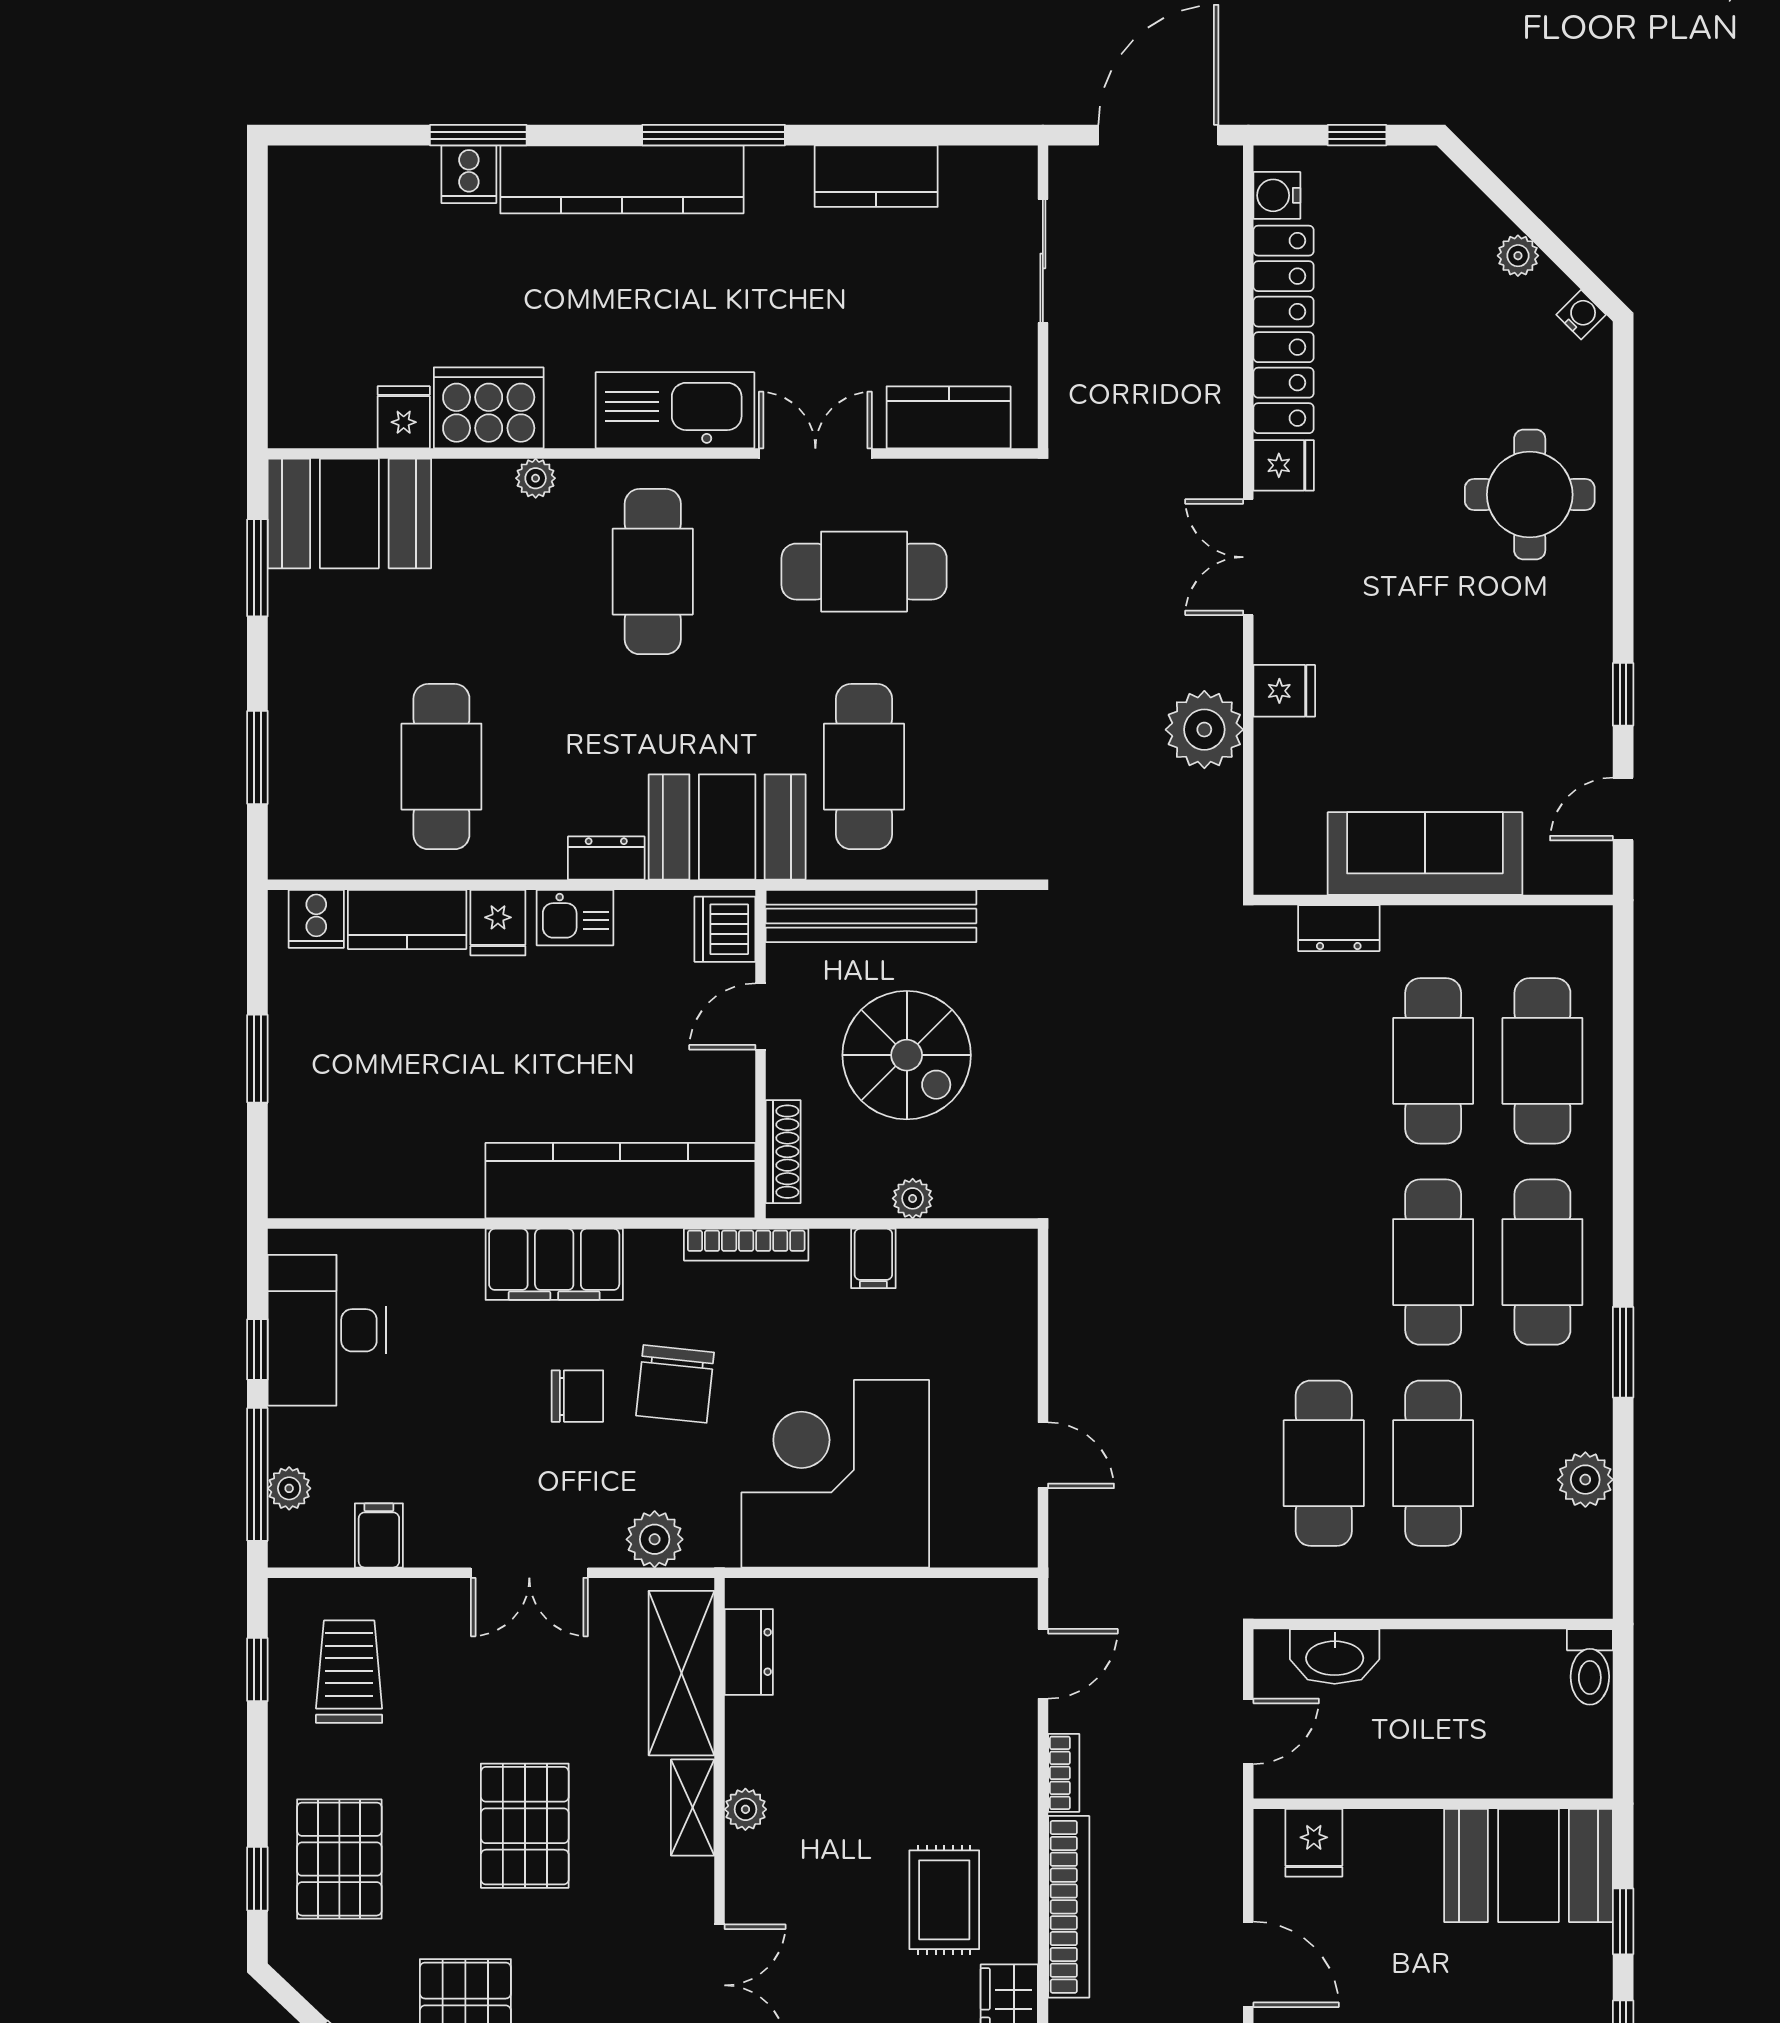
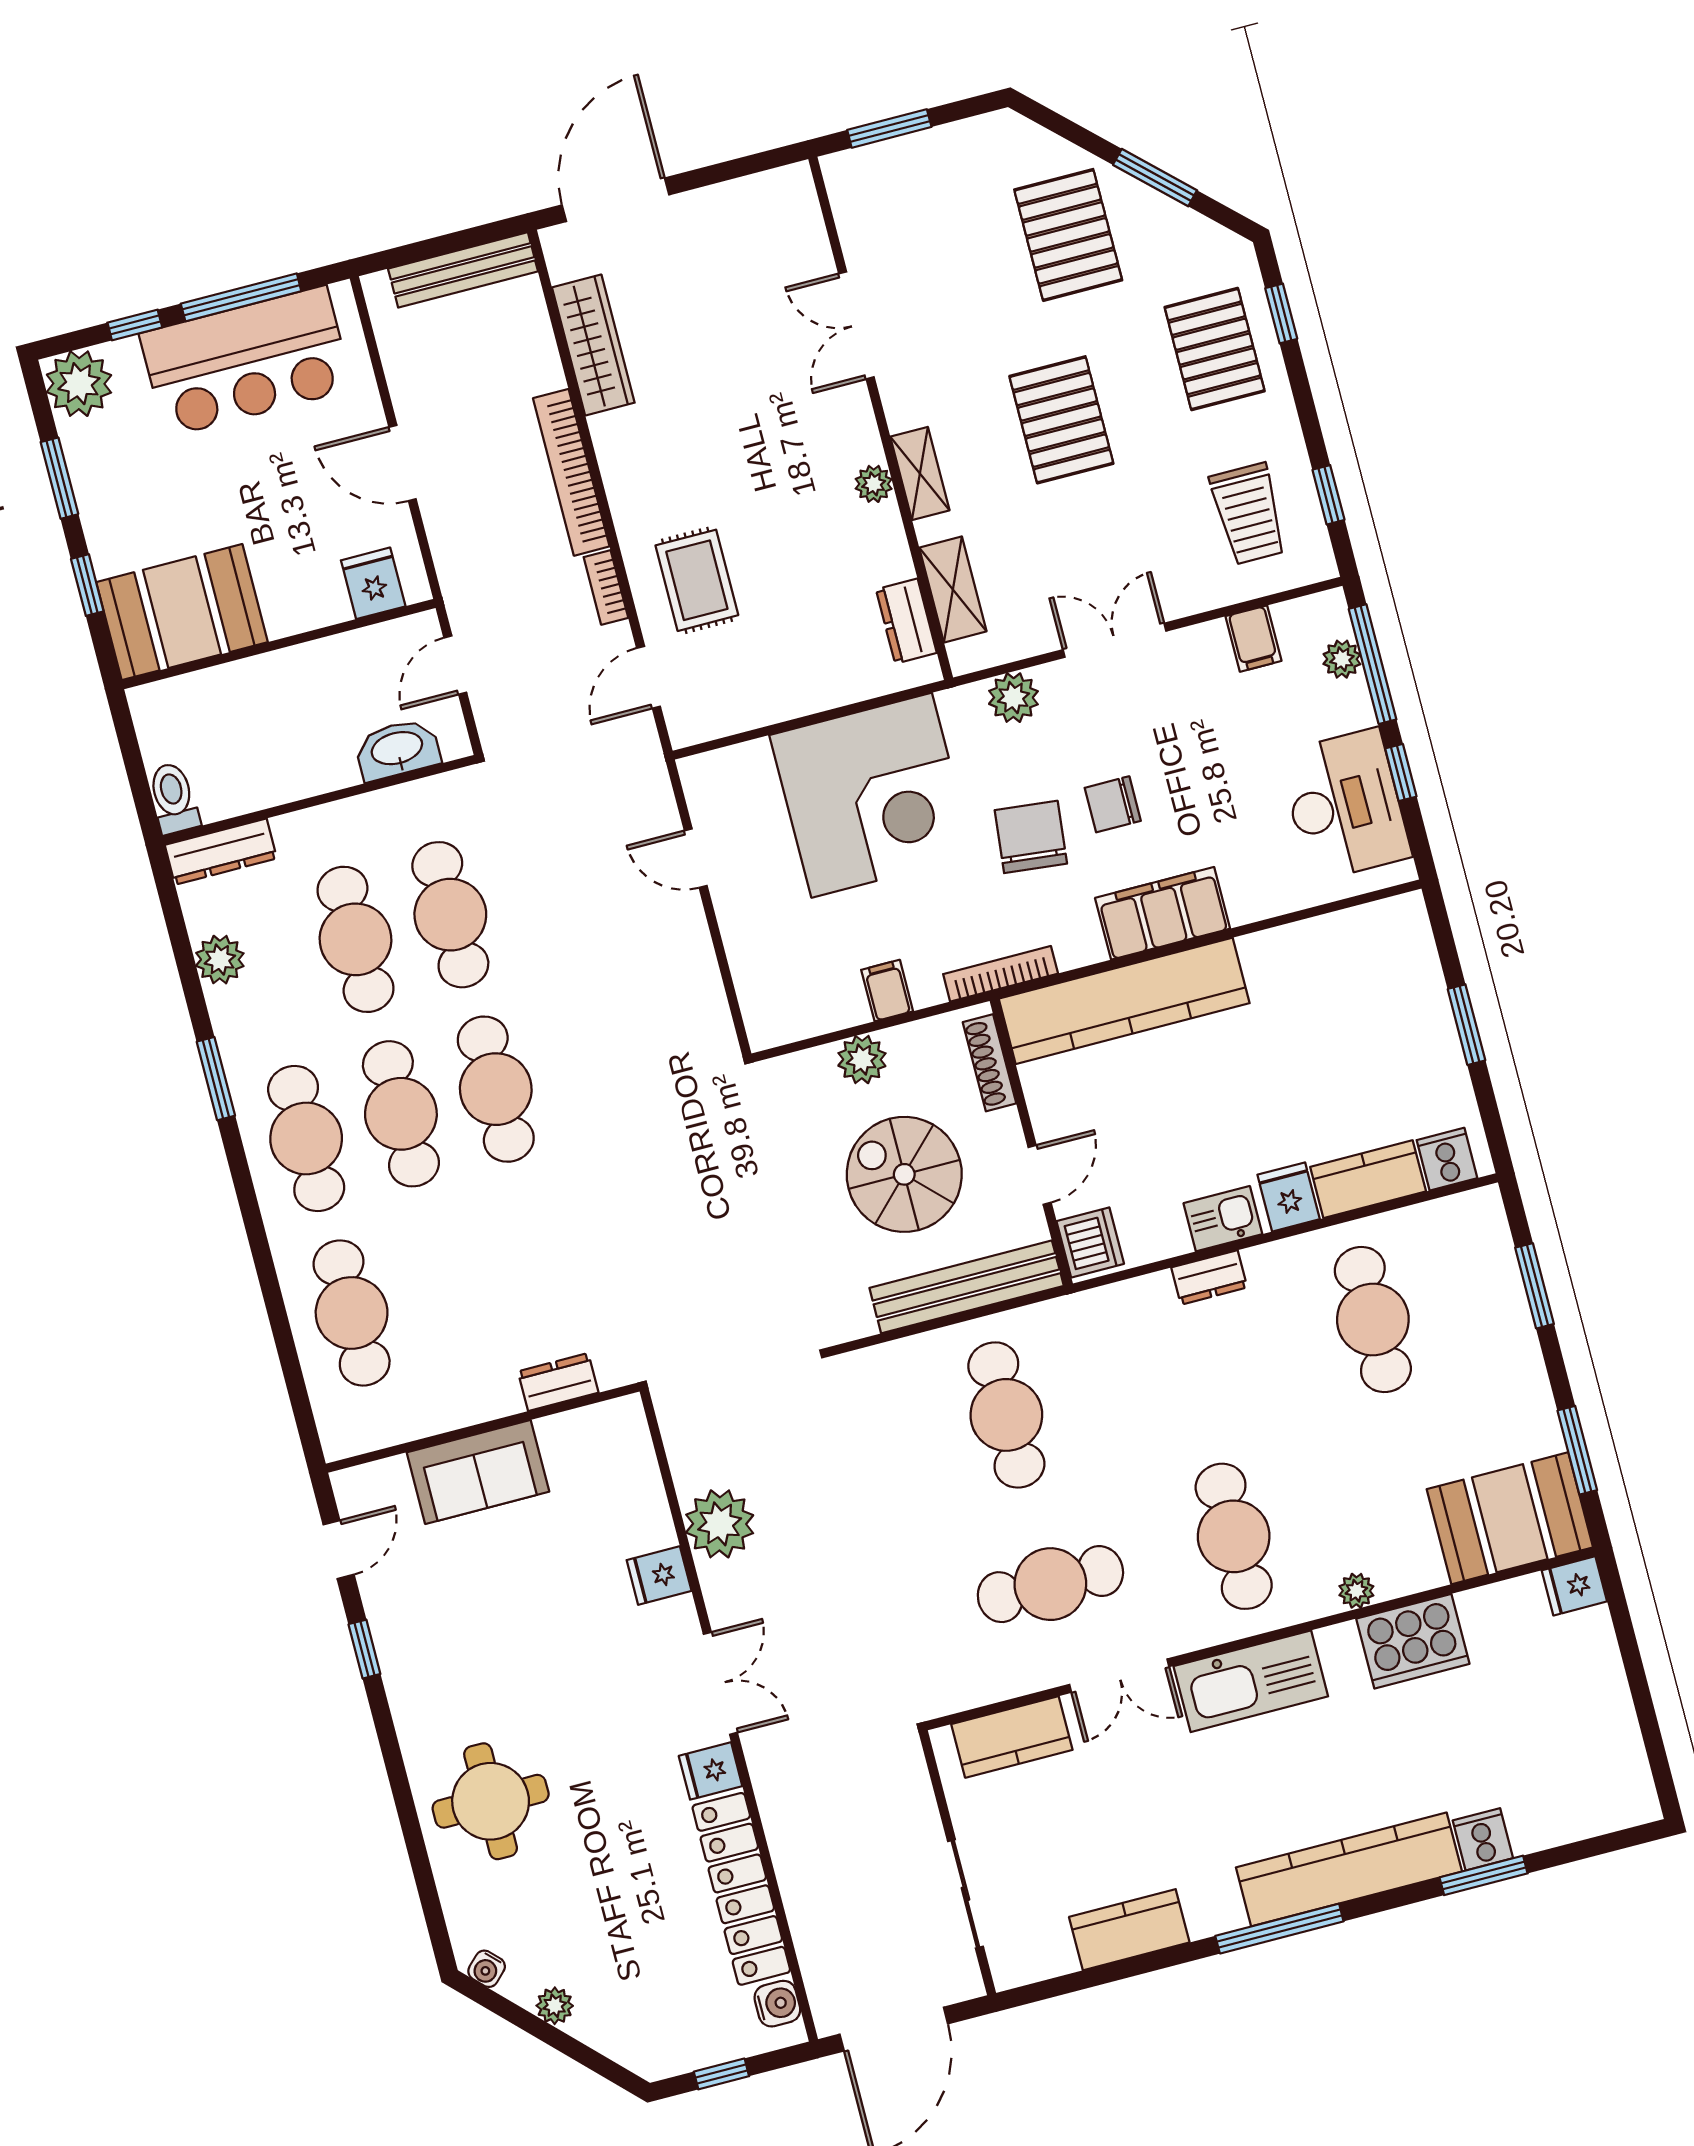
fridge: (404, 417) -> (1574, 1586), moved, turned 90
booth: (727, 827) -> (1111, 1332), removed
sofa: (1425, 854) -> (478, 1472), width x0.73
cafe table: (1433, 1061) -> (496, 1089), moved
plant: (913, 1198) -> (862, 1060), width x1.38, depth x1.38
dresser: (1554, 1596) -> (221, 852), added
shelving: (681, 1673) -> (953, 589), width x0.67, depth x0.75
rug: (944, 1900) -> (697, 580), moved

